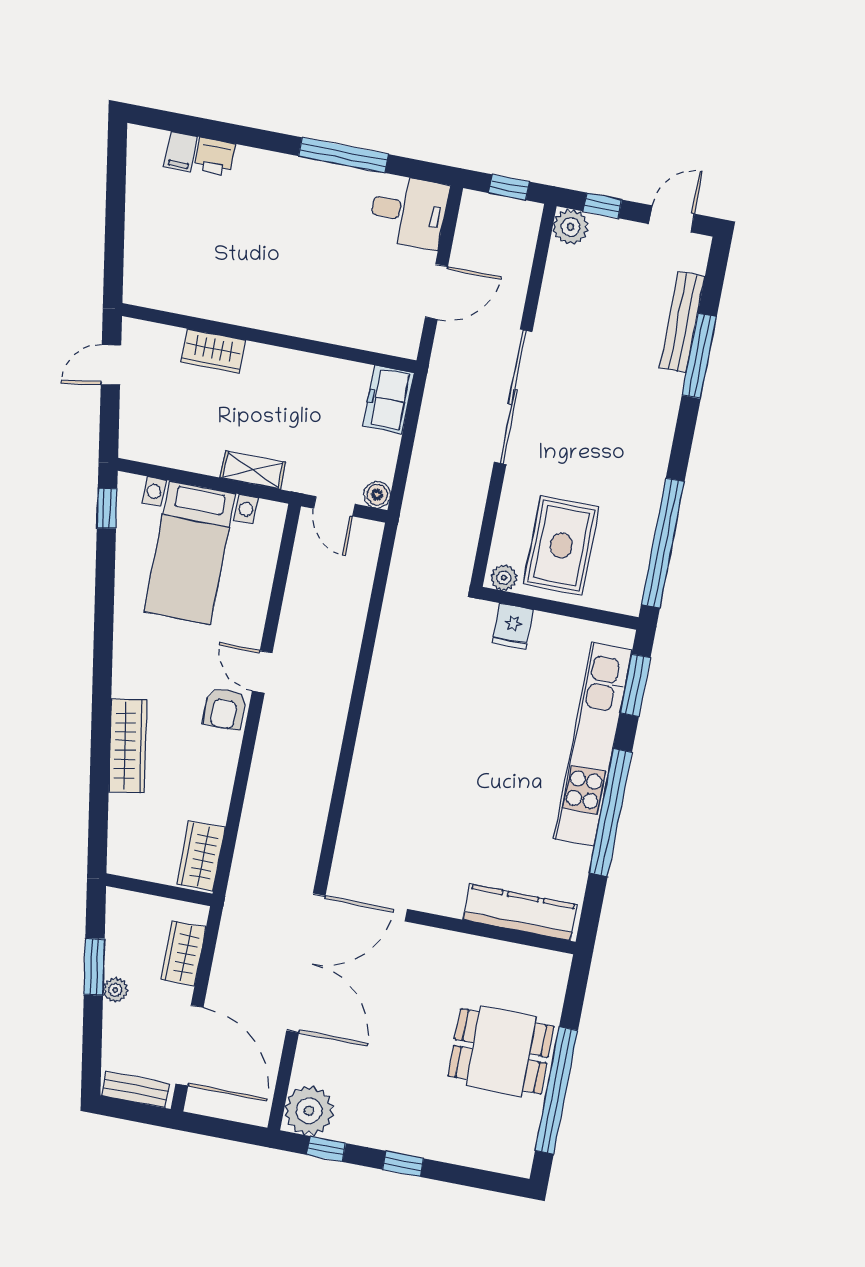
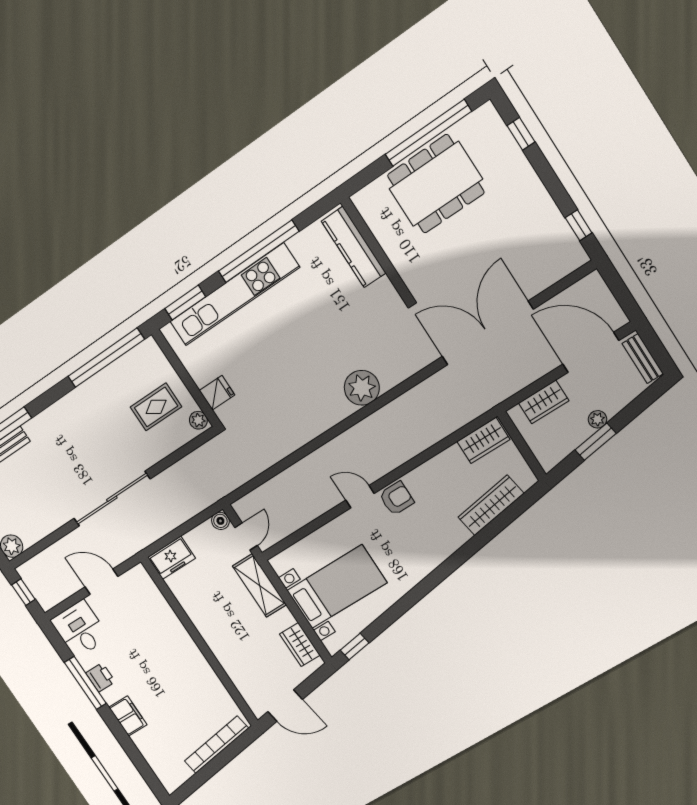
filing cabinet: (181, 152) -> (128, 716), moved, width x2.00
printer: (215, 157) -> (100, 677), moved
bookcase: (137, 240) -> (216, 745), added
wardrobe: (213, 351) -> (300, 645), moved, turned 180
door: (111, 365) -> (285, 706), width x1.38
shelving: (253, 470) -> (259, 585), width x1.50, depth x1.33
rug: (561, 546) -> (156, 407), width x0.73, depth x0.70
door: (262, 672) -> (360, 497), swing flipped
wardrobe: (128, 746) -> (491, 505), moved
door: (190, 1045) -> (591, 352), hinge flipped
dining table: (501, 1051) -> (436, 184), width x1.38
plant: (309, 1111) -> (362, 388), moved
window: (403, 1164) -> (521, 134), moved

